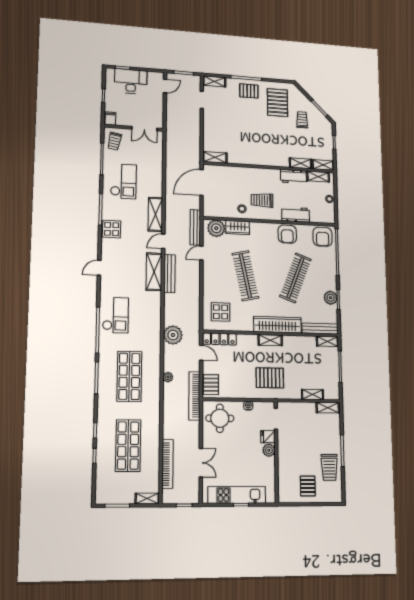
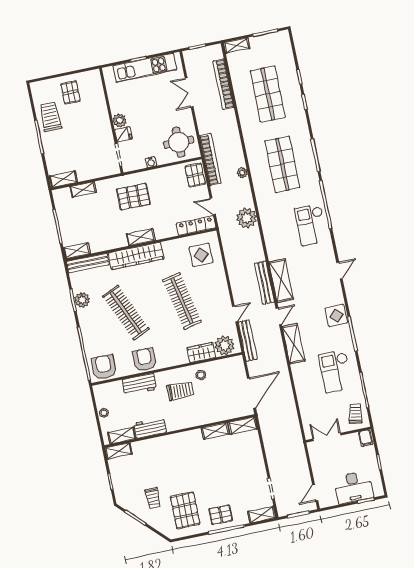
shelving: (300, 163) -> (215, 431), moved
clothes rail: (295, 278) -> (126, 313), turned -45

